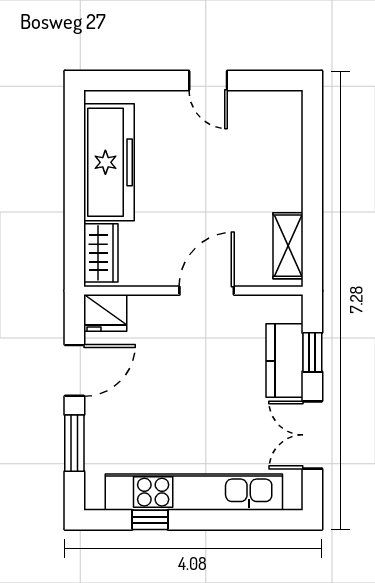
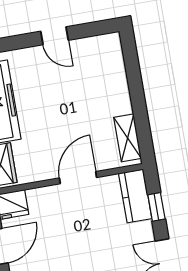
kitchen counter: (284, 361) -> (135, 196), moved

